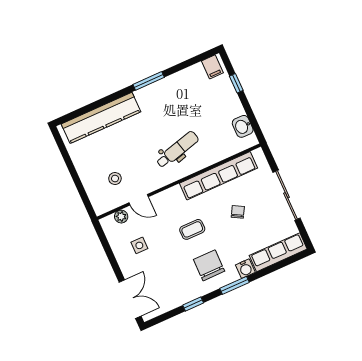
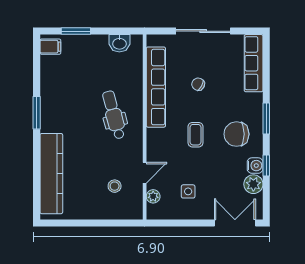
window: (236, 83) -> (76, 31), width x1.50
water cooler: (245, 269) -> (255, 166), moved
plant: (172, 300) -> (253, 184), added

